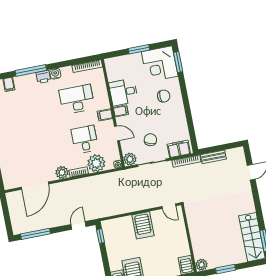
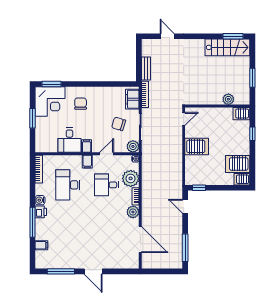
plant: (202, 265) -> (228, 99), moved

